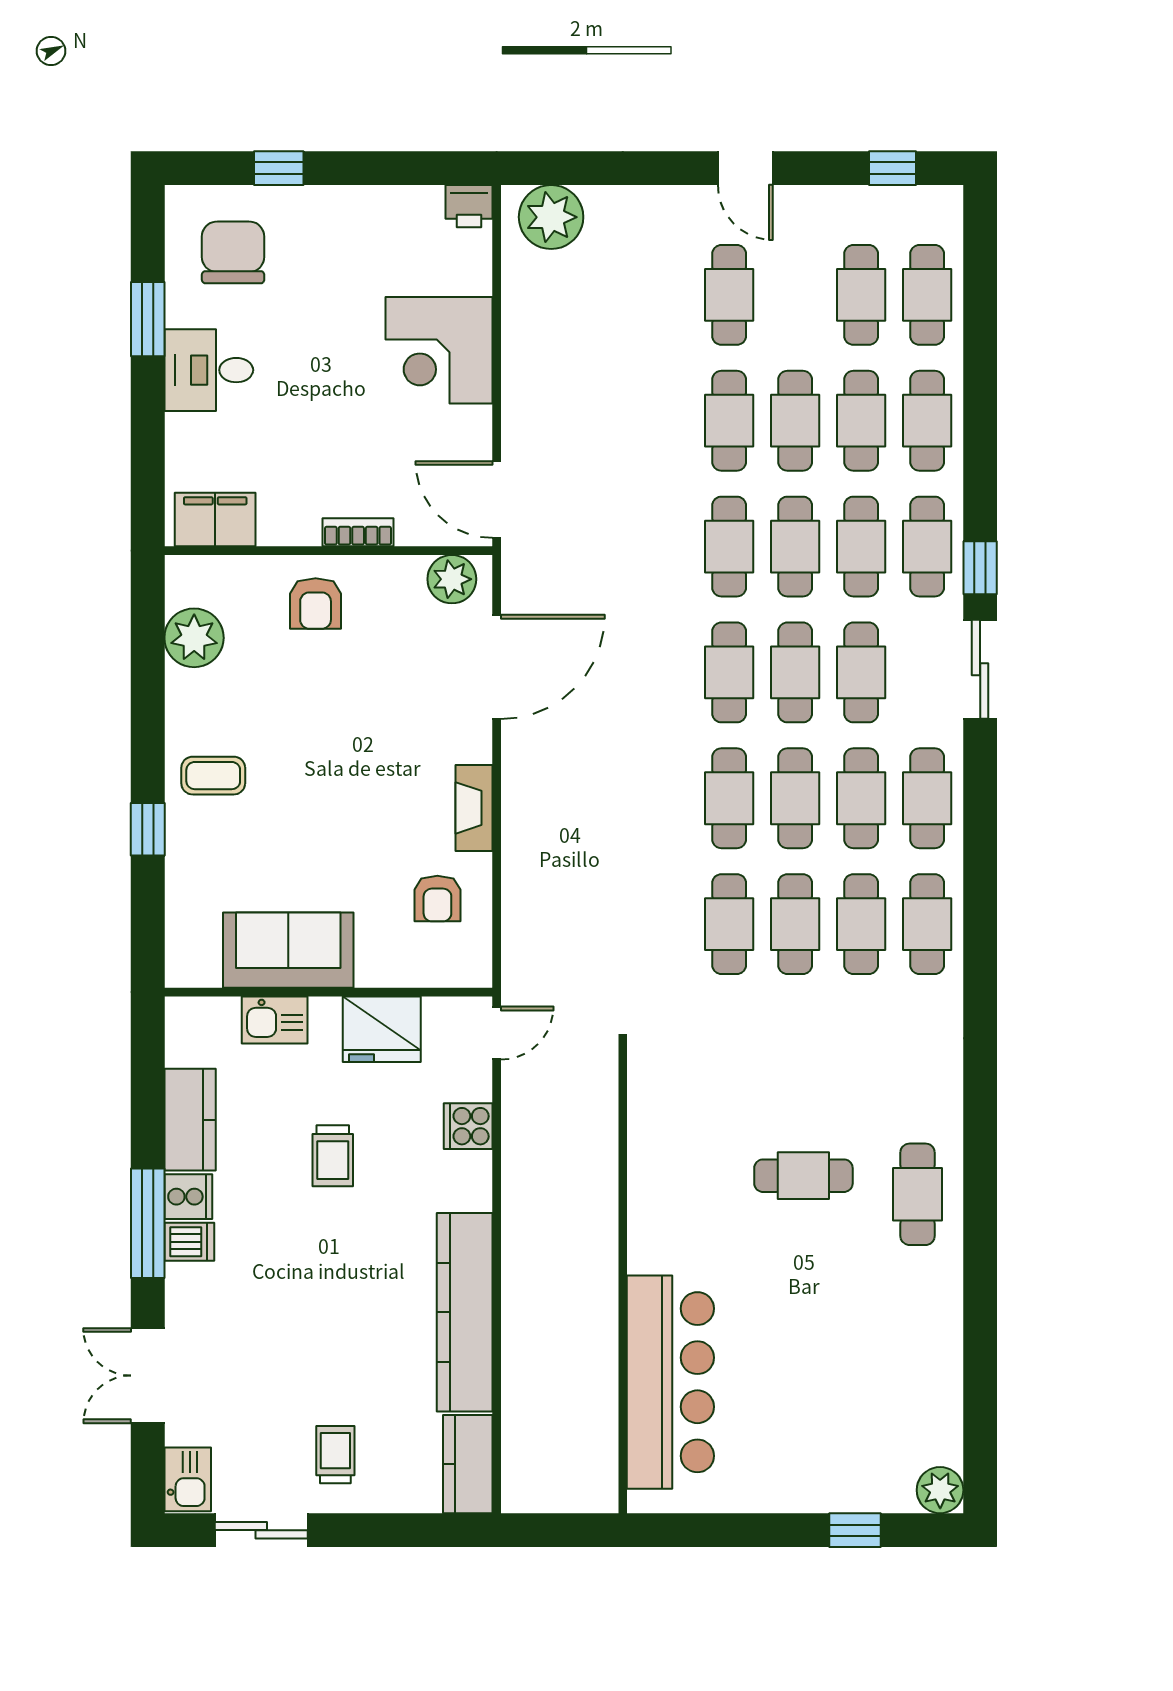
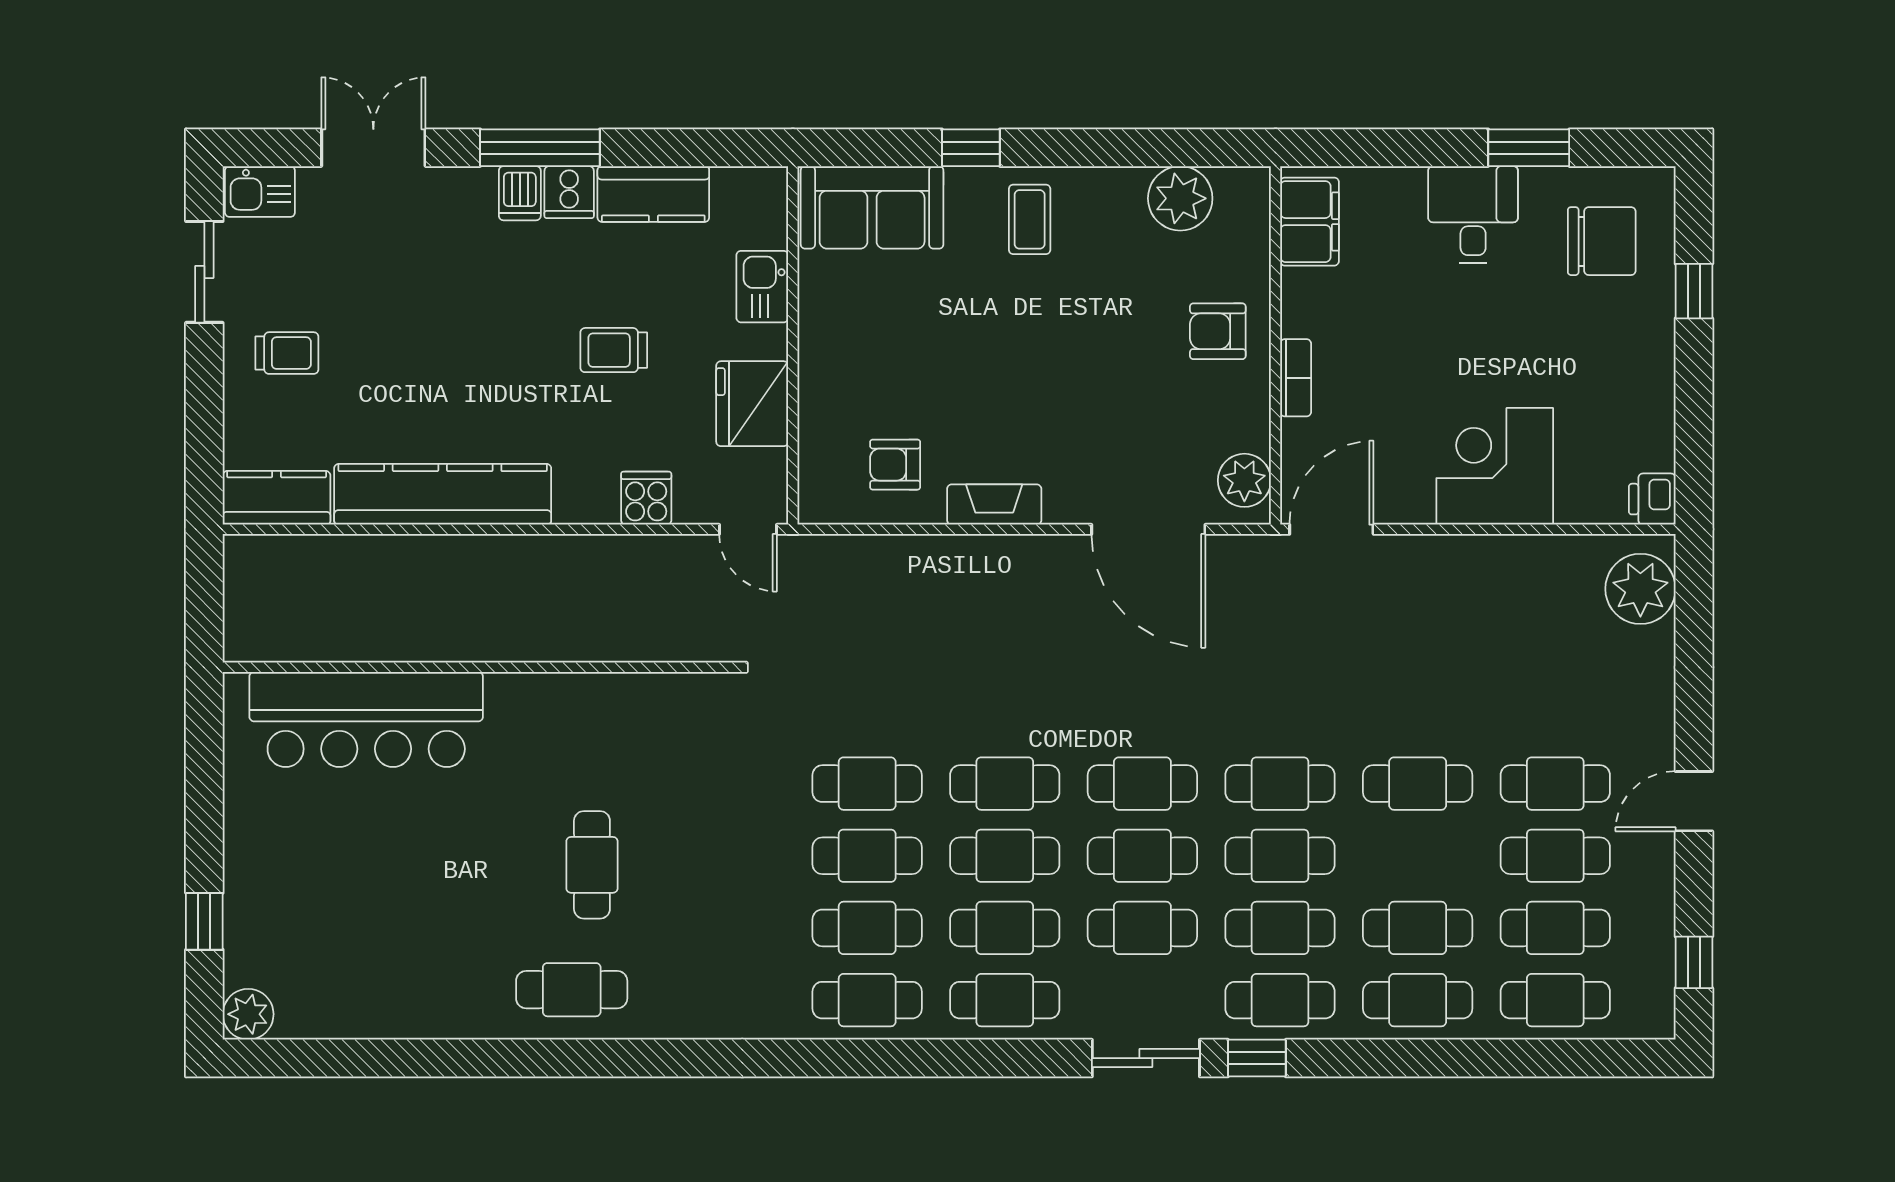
cafe table: (795, 421) -> (1555, 856), moved
sofa: (288, 950) -> (872, 207), moved, turned 90

